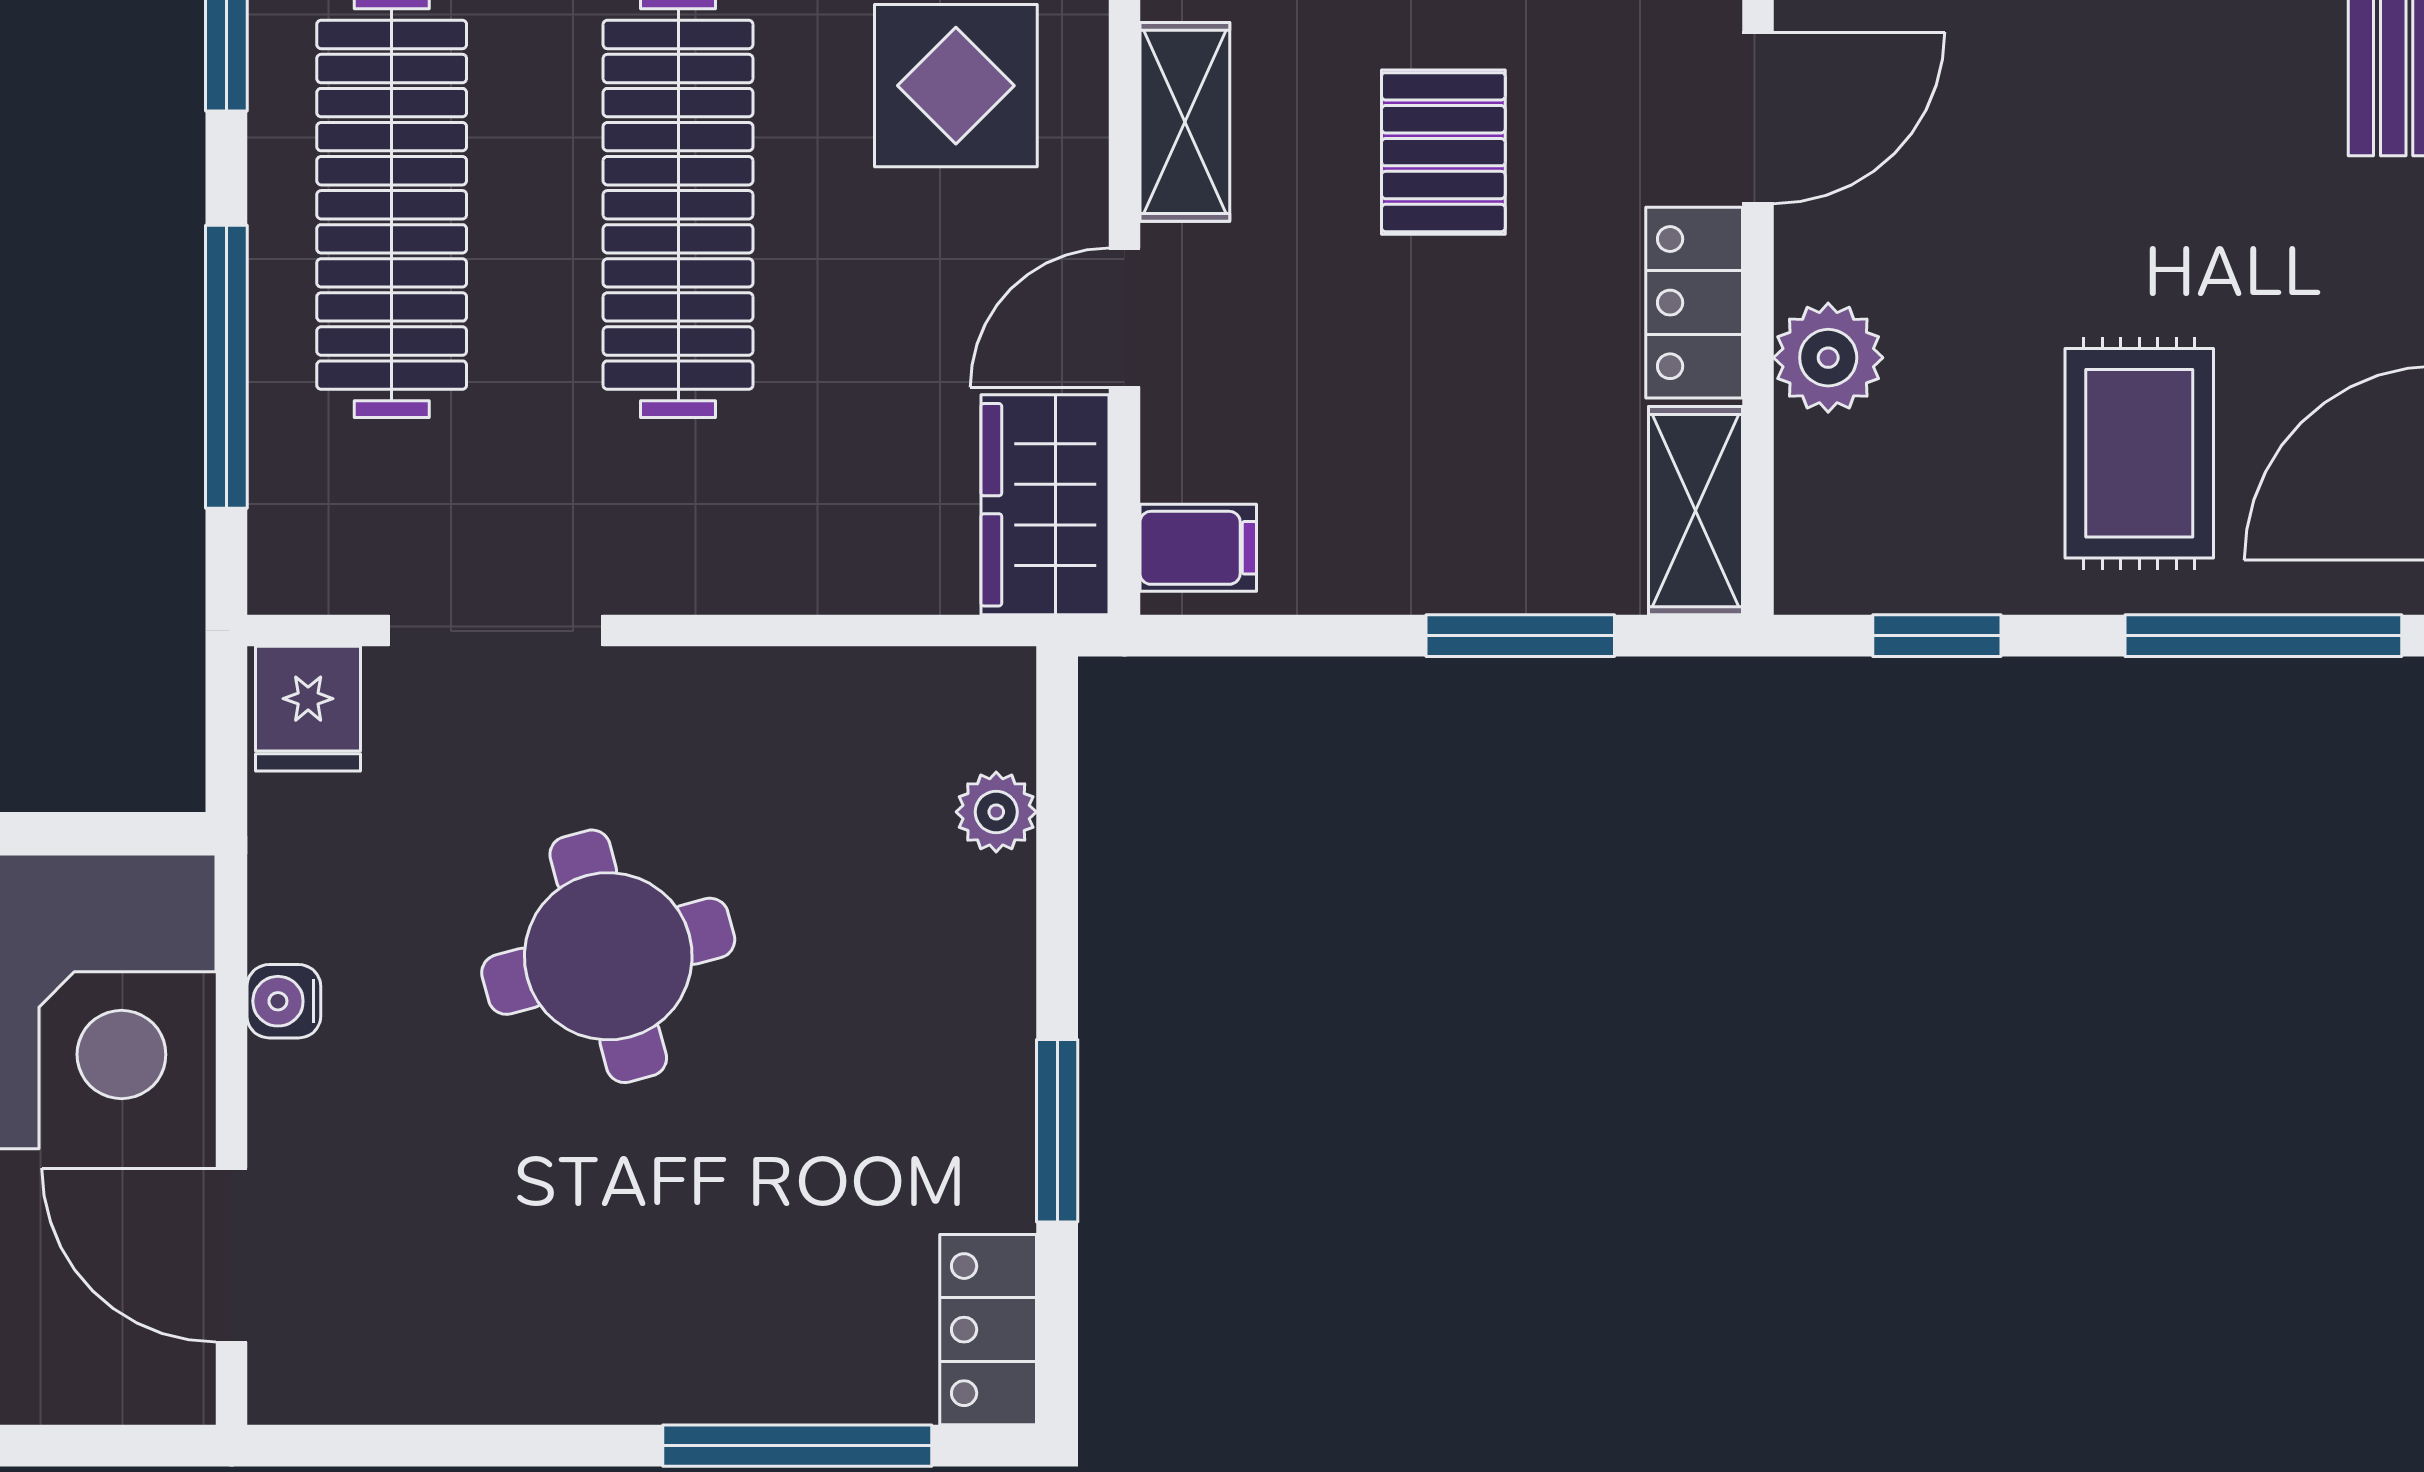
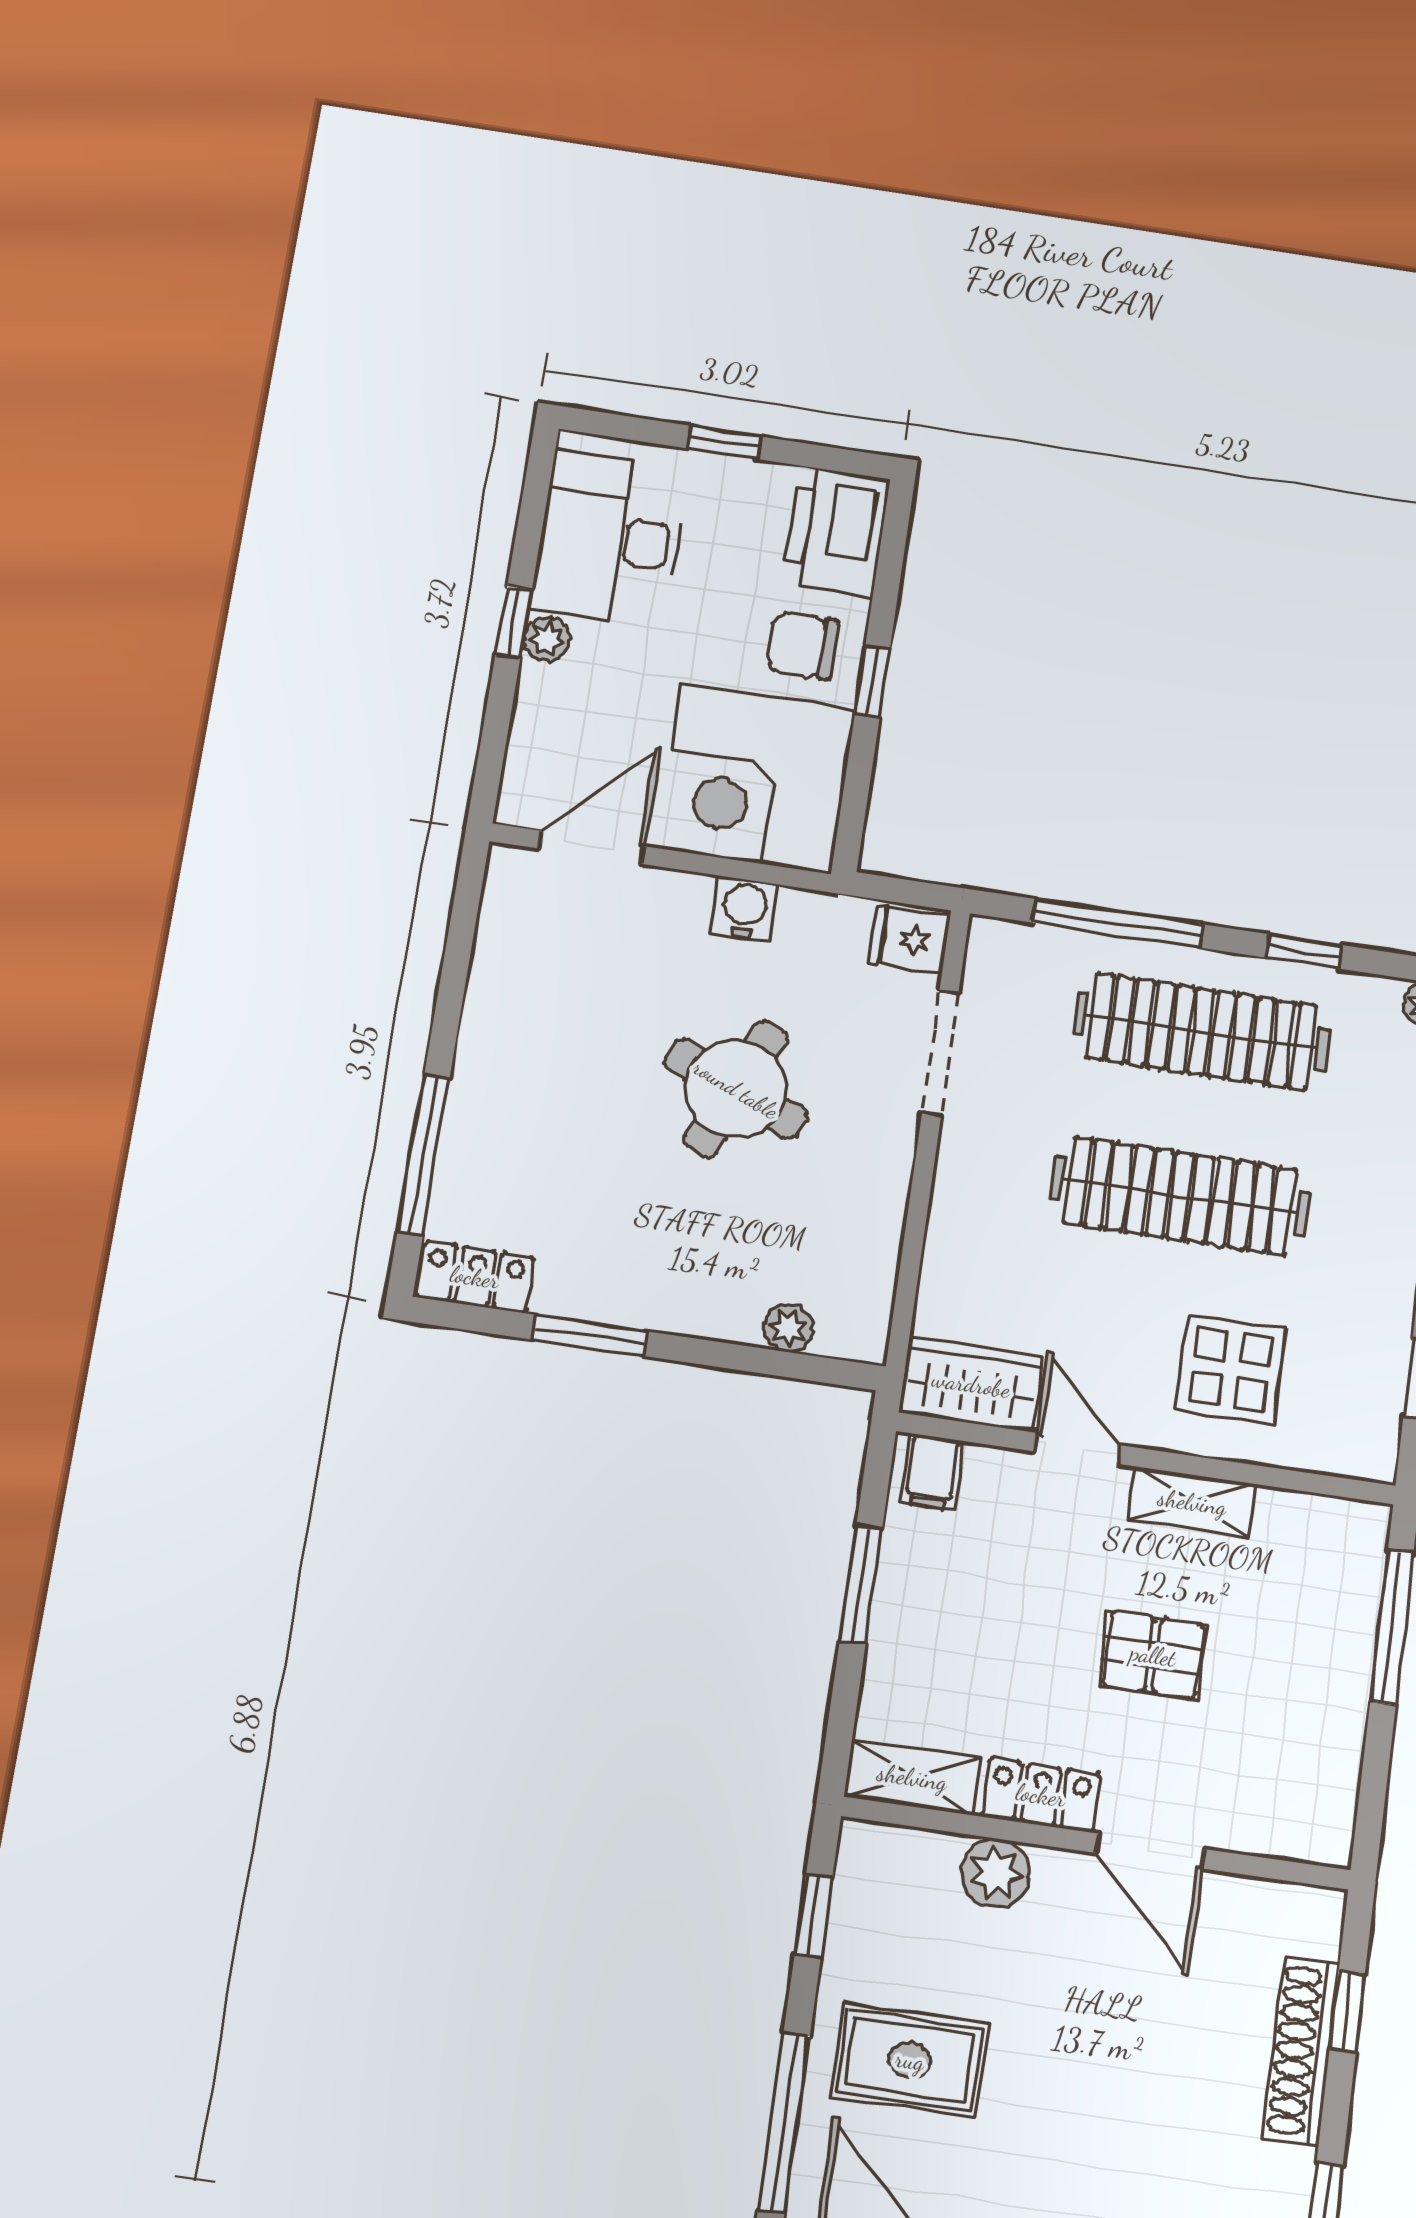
window: (1520, 636) -> (861, 1585), moved
round table: (608, 956) -> (736, 1089), turned 38
water cooler: (284, 1001) -> (745, 909), width x1.38, depth x1.38

